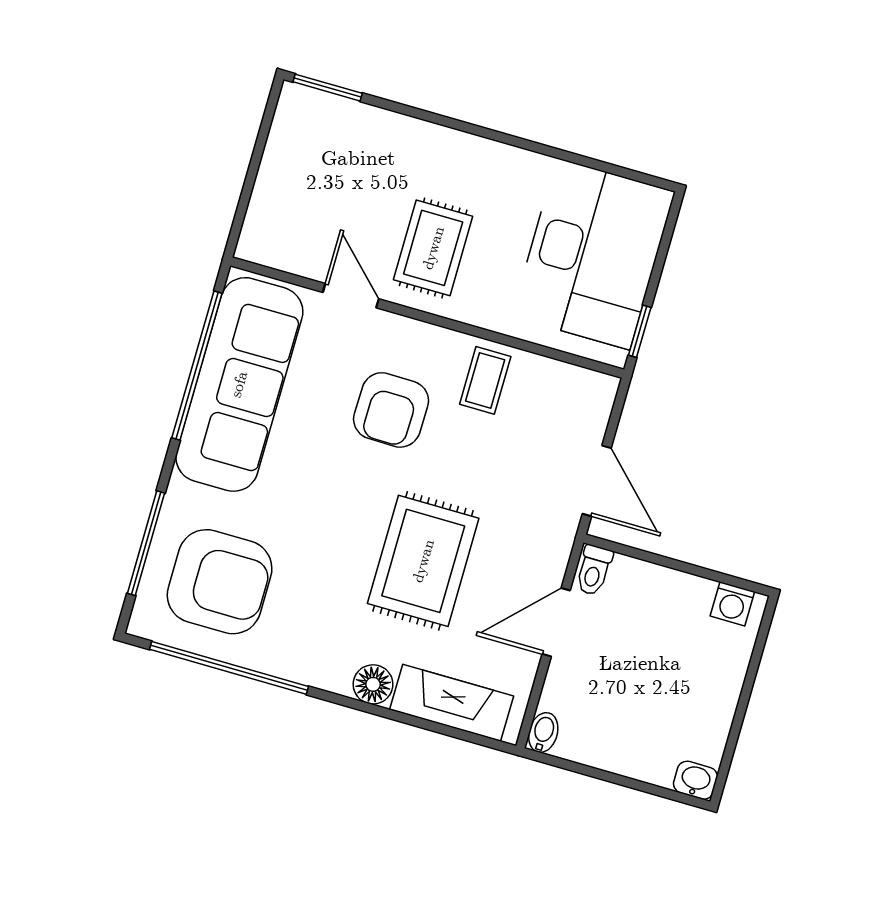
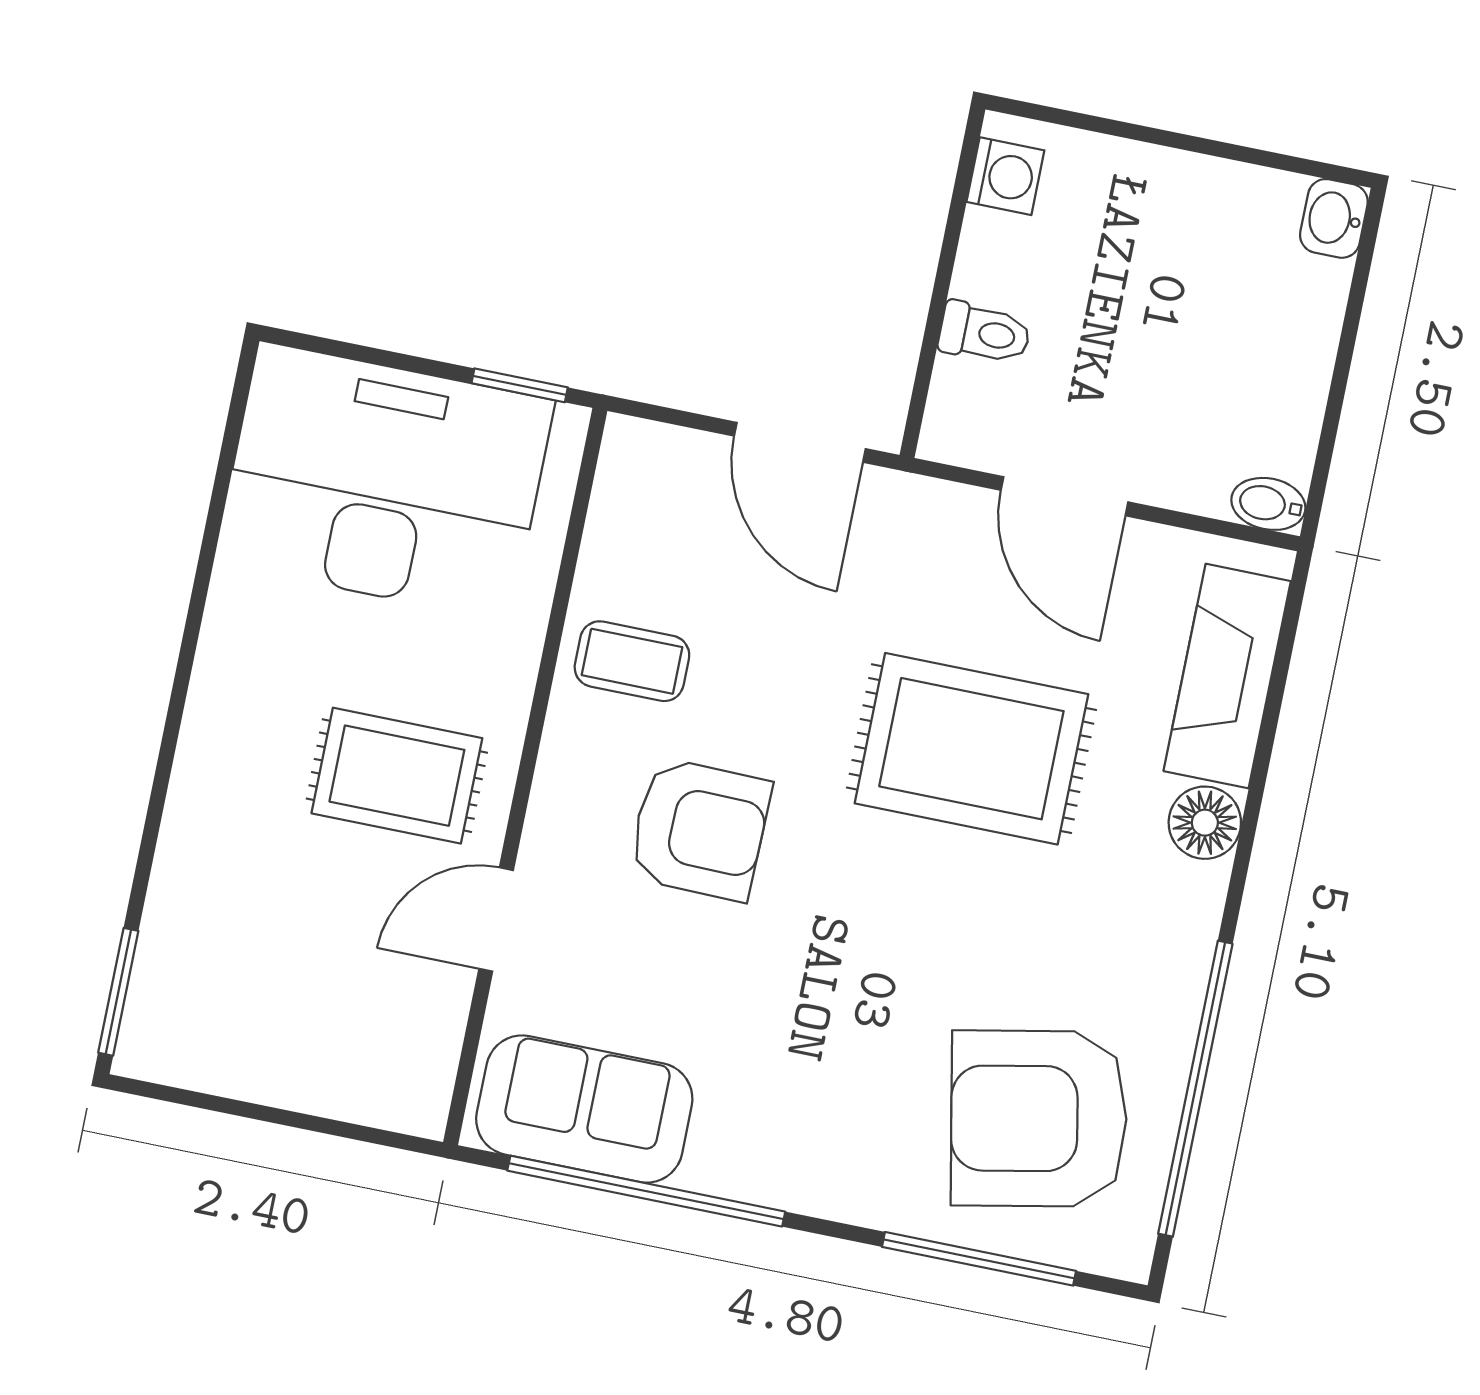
sofa: (239, 384) -> (584, 1109), width x0.54, depth x0.79
door: (597, 481) -> (800, 442), swing flipped
toilet: (594, 570) -> (985, 333), moved
armchair: (220, 582) -> (1039, 1119), turned -101

